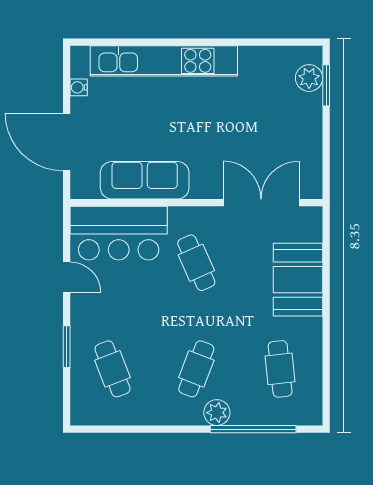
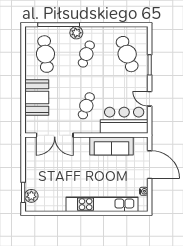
cafe table: (196, 263) -> (86, 106), turned 45
cafe table: (113, 369) -> (127, 54), width x1.37, depth x1.35
cafe table: (280, 369) -> (45, 54), width x1.37, depth x1.35

